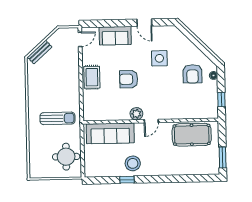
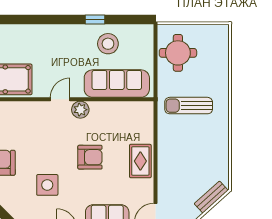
stool: (133, 163) -> (108, 44), moved

